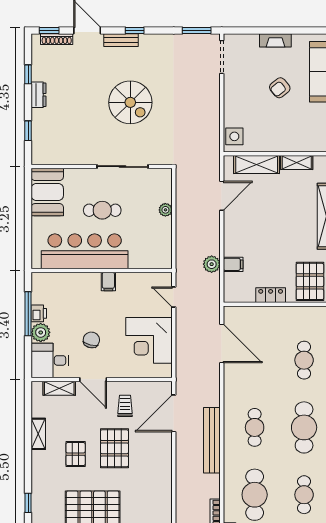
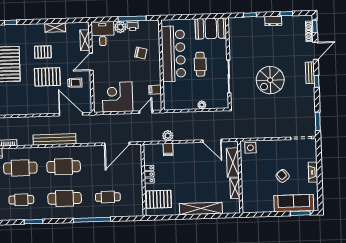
filing cabinet: (108, 282) -> (155, 90), moved
chair: (91, 340) -> (141, 53), moved
cafe table: (255, 427) -> (64, 167), width x1.37, depth x1.35

